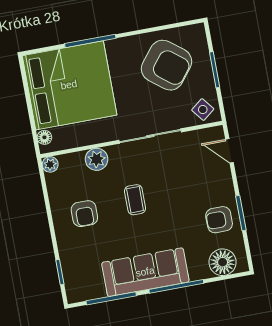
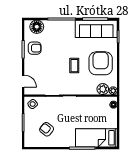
armchair: (167, 65) -> (47, 129), width x0.53, depth x0.53
bed: (69, 85) -> (96, 138), width x0.49
plant: (97, 159) -> (103, 89), moved
armchair: (84, 214) -> (101, 63), width x1.88, depth x1.88
sofa: (145, 272) -> (96, 29), moved

